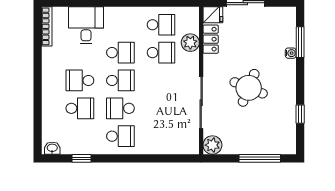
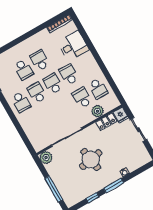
window: (300, 42) -> (114, 186), moved
school desk: (120, 53) -> (69, 74), turned 180
school desk: (161, 53) -> (82, 98), turned 180
school desk: (120, 80) -> (53, 84), turned 180
round table: (249, 88) -> (91, 160), turned -32

